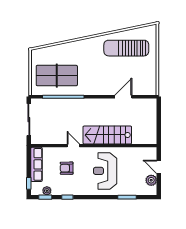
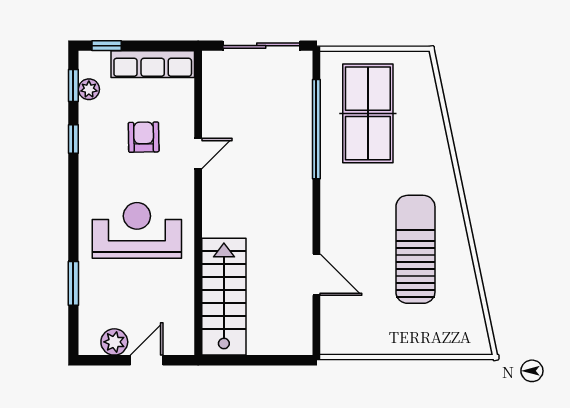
sun lounger: (126, 48) -> (415, 249), moved
stairs: (107, 135) -> (224, 297), moved

